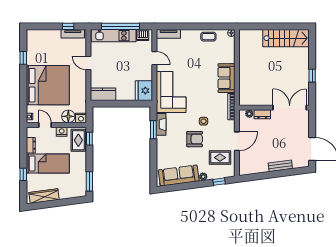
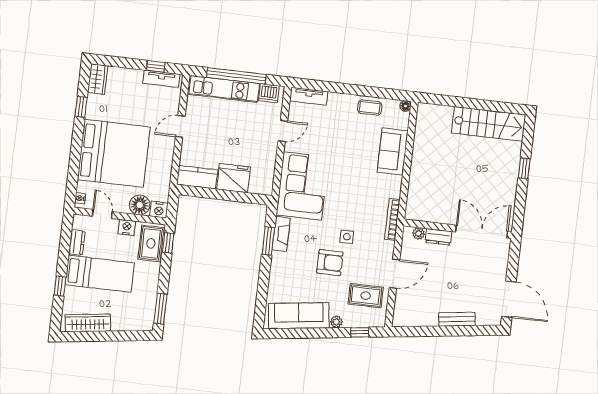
wardrobe: (32, 39) -> (98, 79), added
door: (154, 58) -> (283, 131), hinge flipped
door: (88, 63) -> (180, 126), hinge flipped
window: (312, 76) -> (524, 168), moved
sofa: (226, 78) -> (393, 152), moved
fridge: (144, 91) -> (234, 178), moved, turned 90

